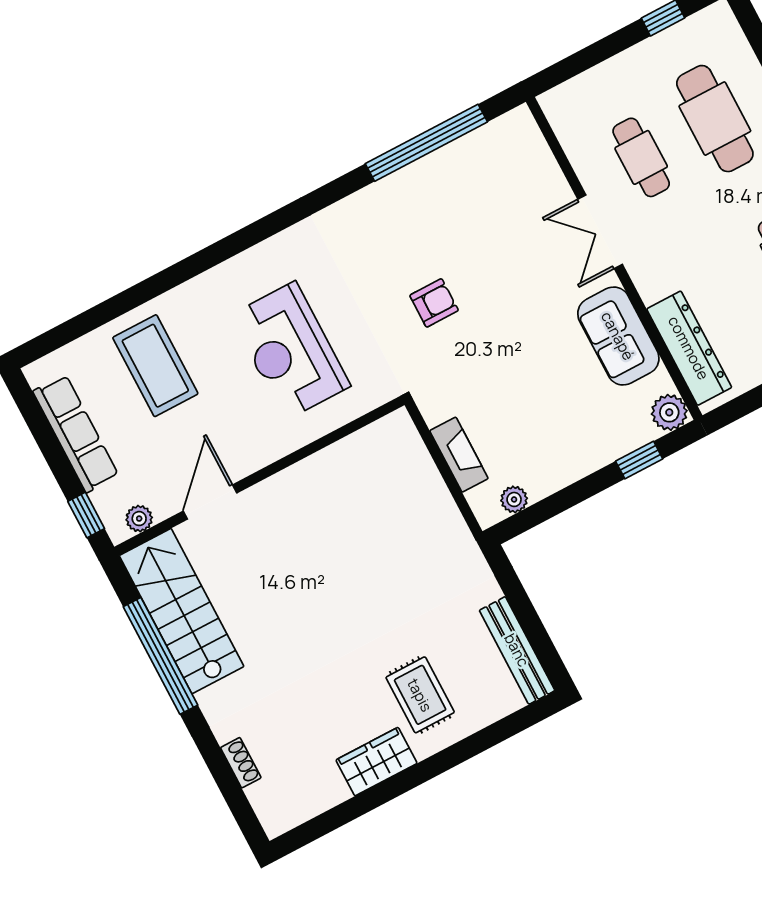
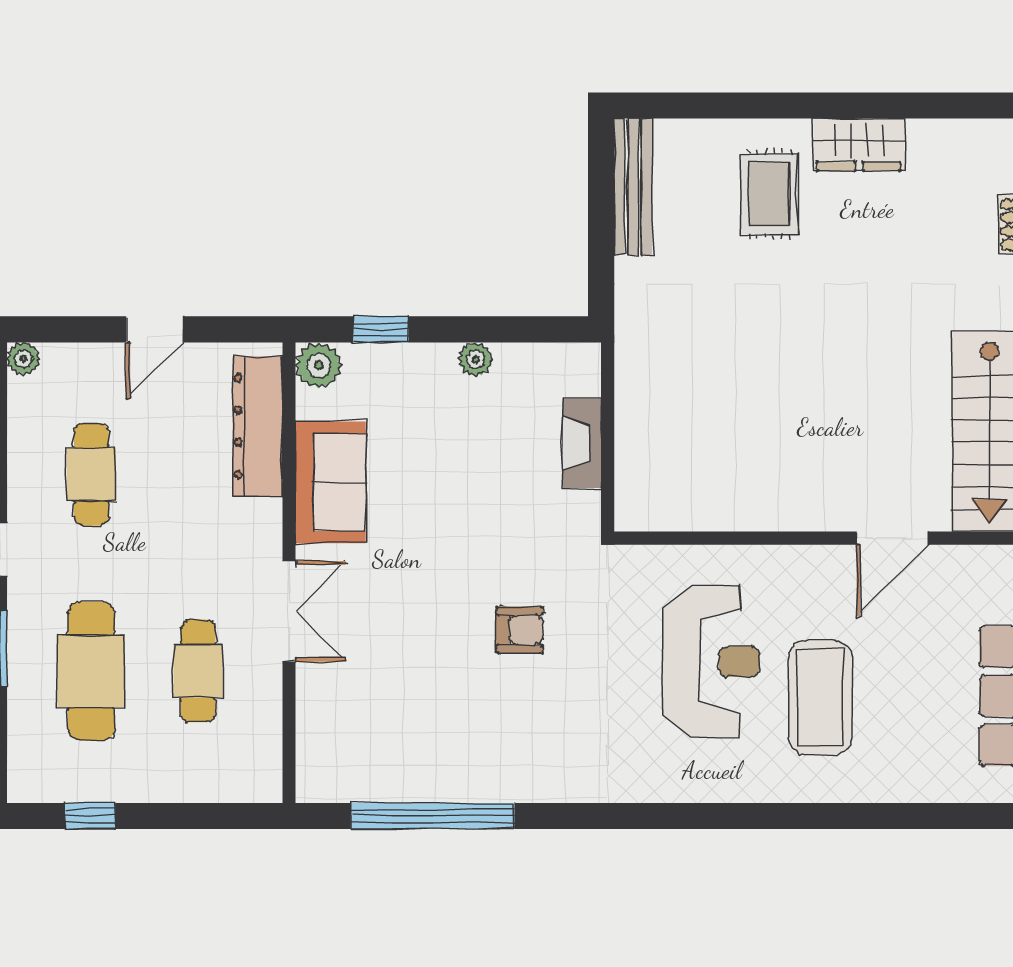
armchair: (434, 303) -> (520, 630), turned 180
coffee table: (155, 366) -> (820, 698), moved
plant: (514, 499) -> (475, 359), moved
plant: (139, 519) -> (982, 562), removed

